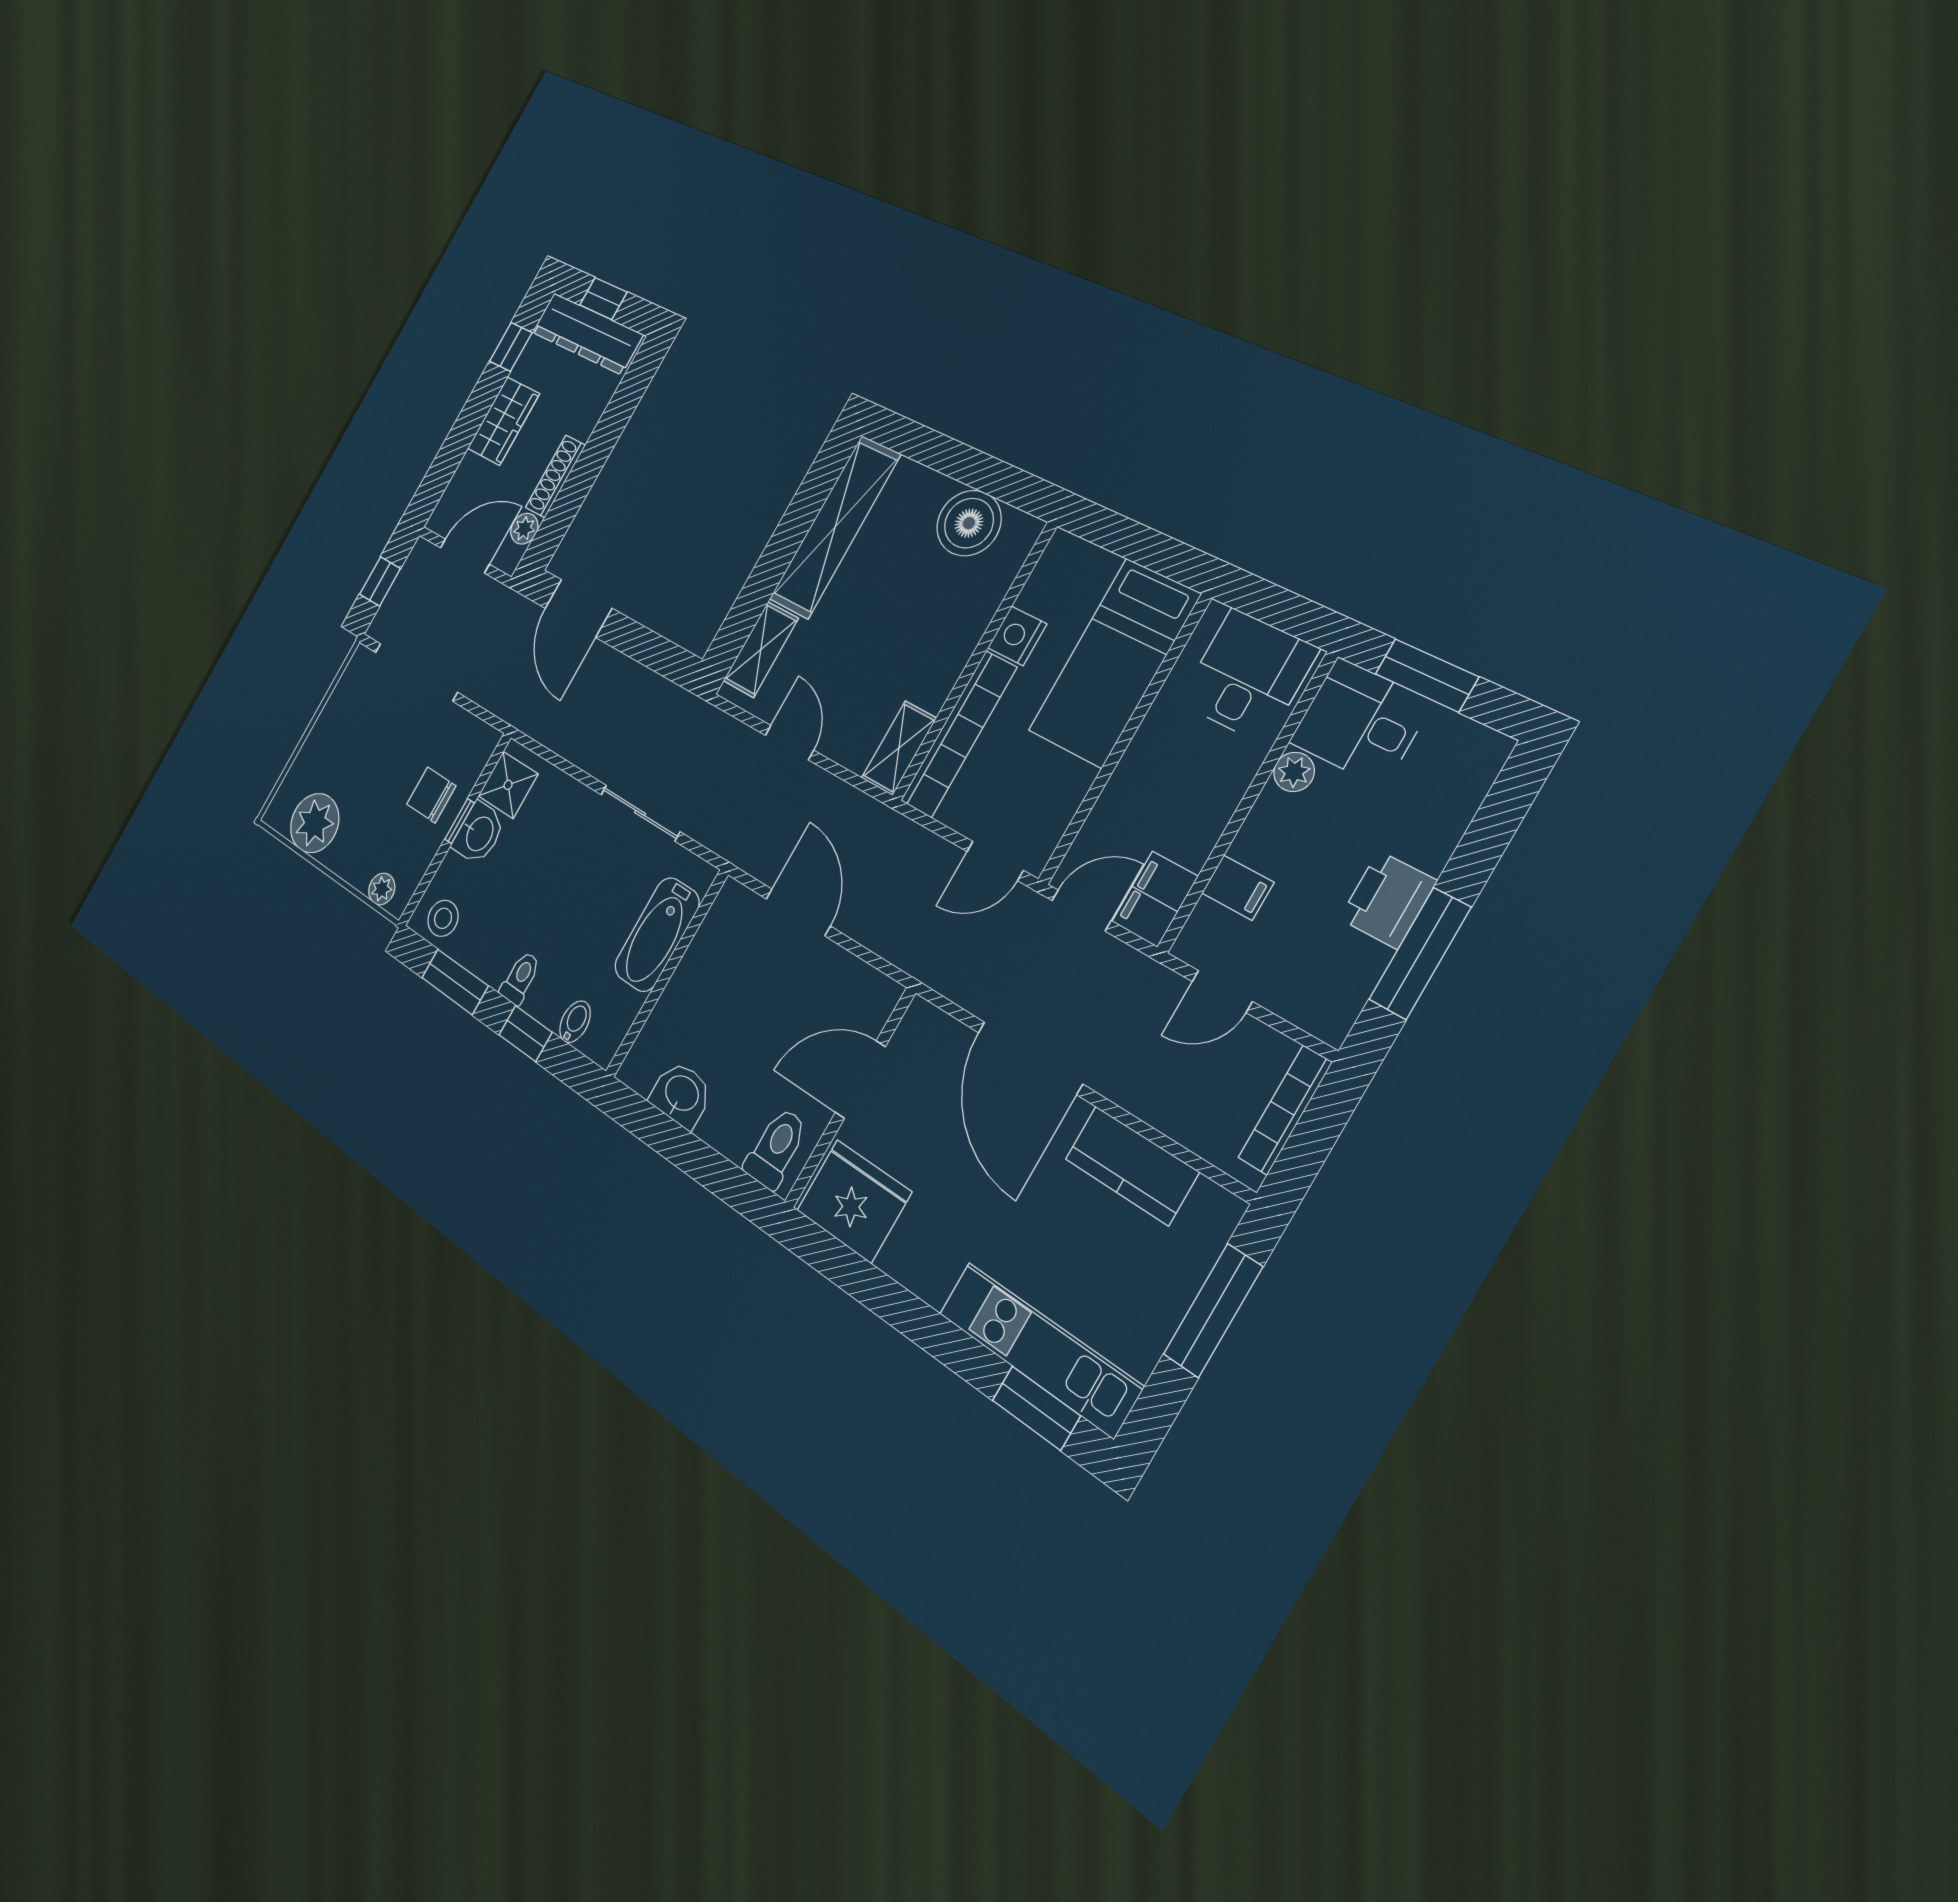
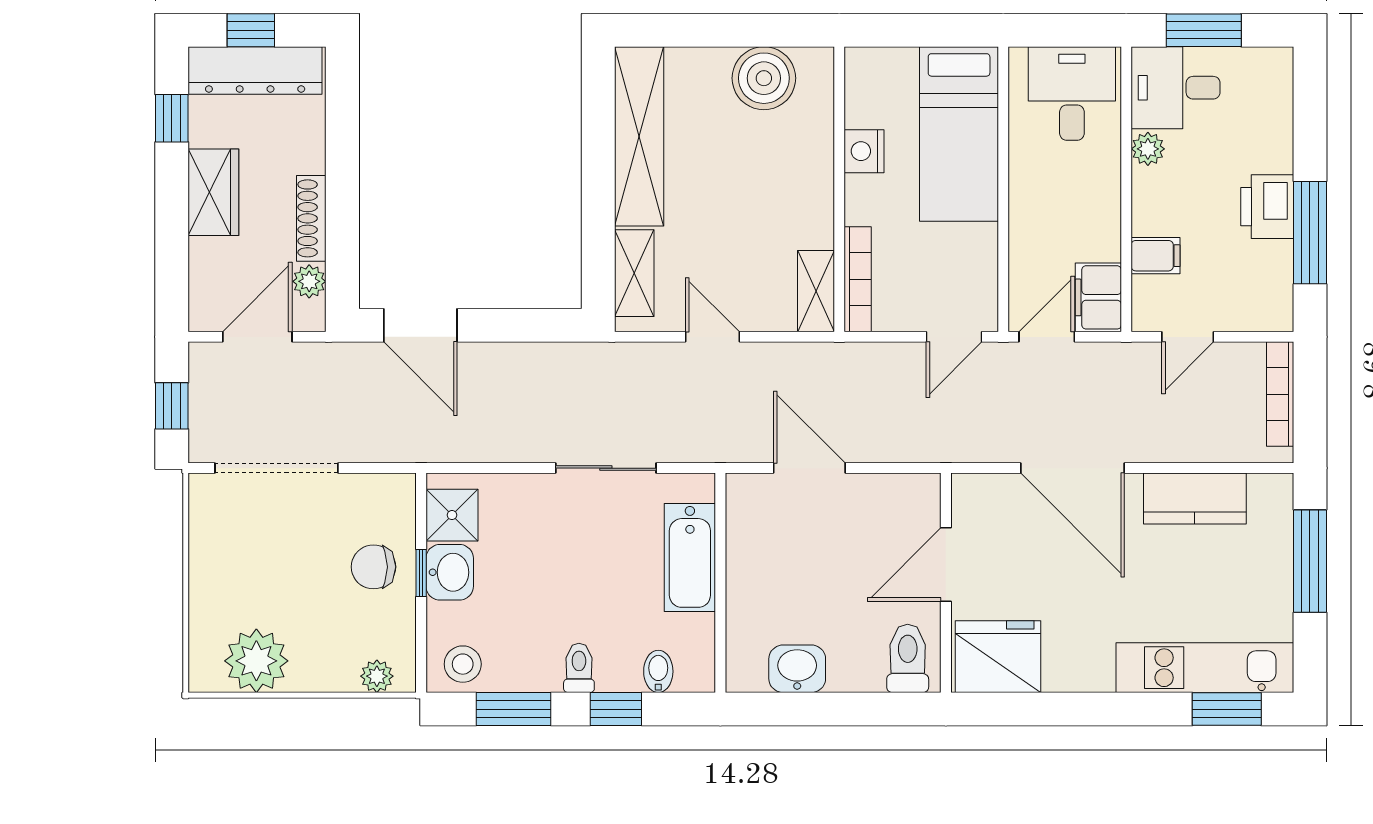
bookcase: (959, 734) -> (858, 279), width x0.68, depth x0.76

